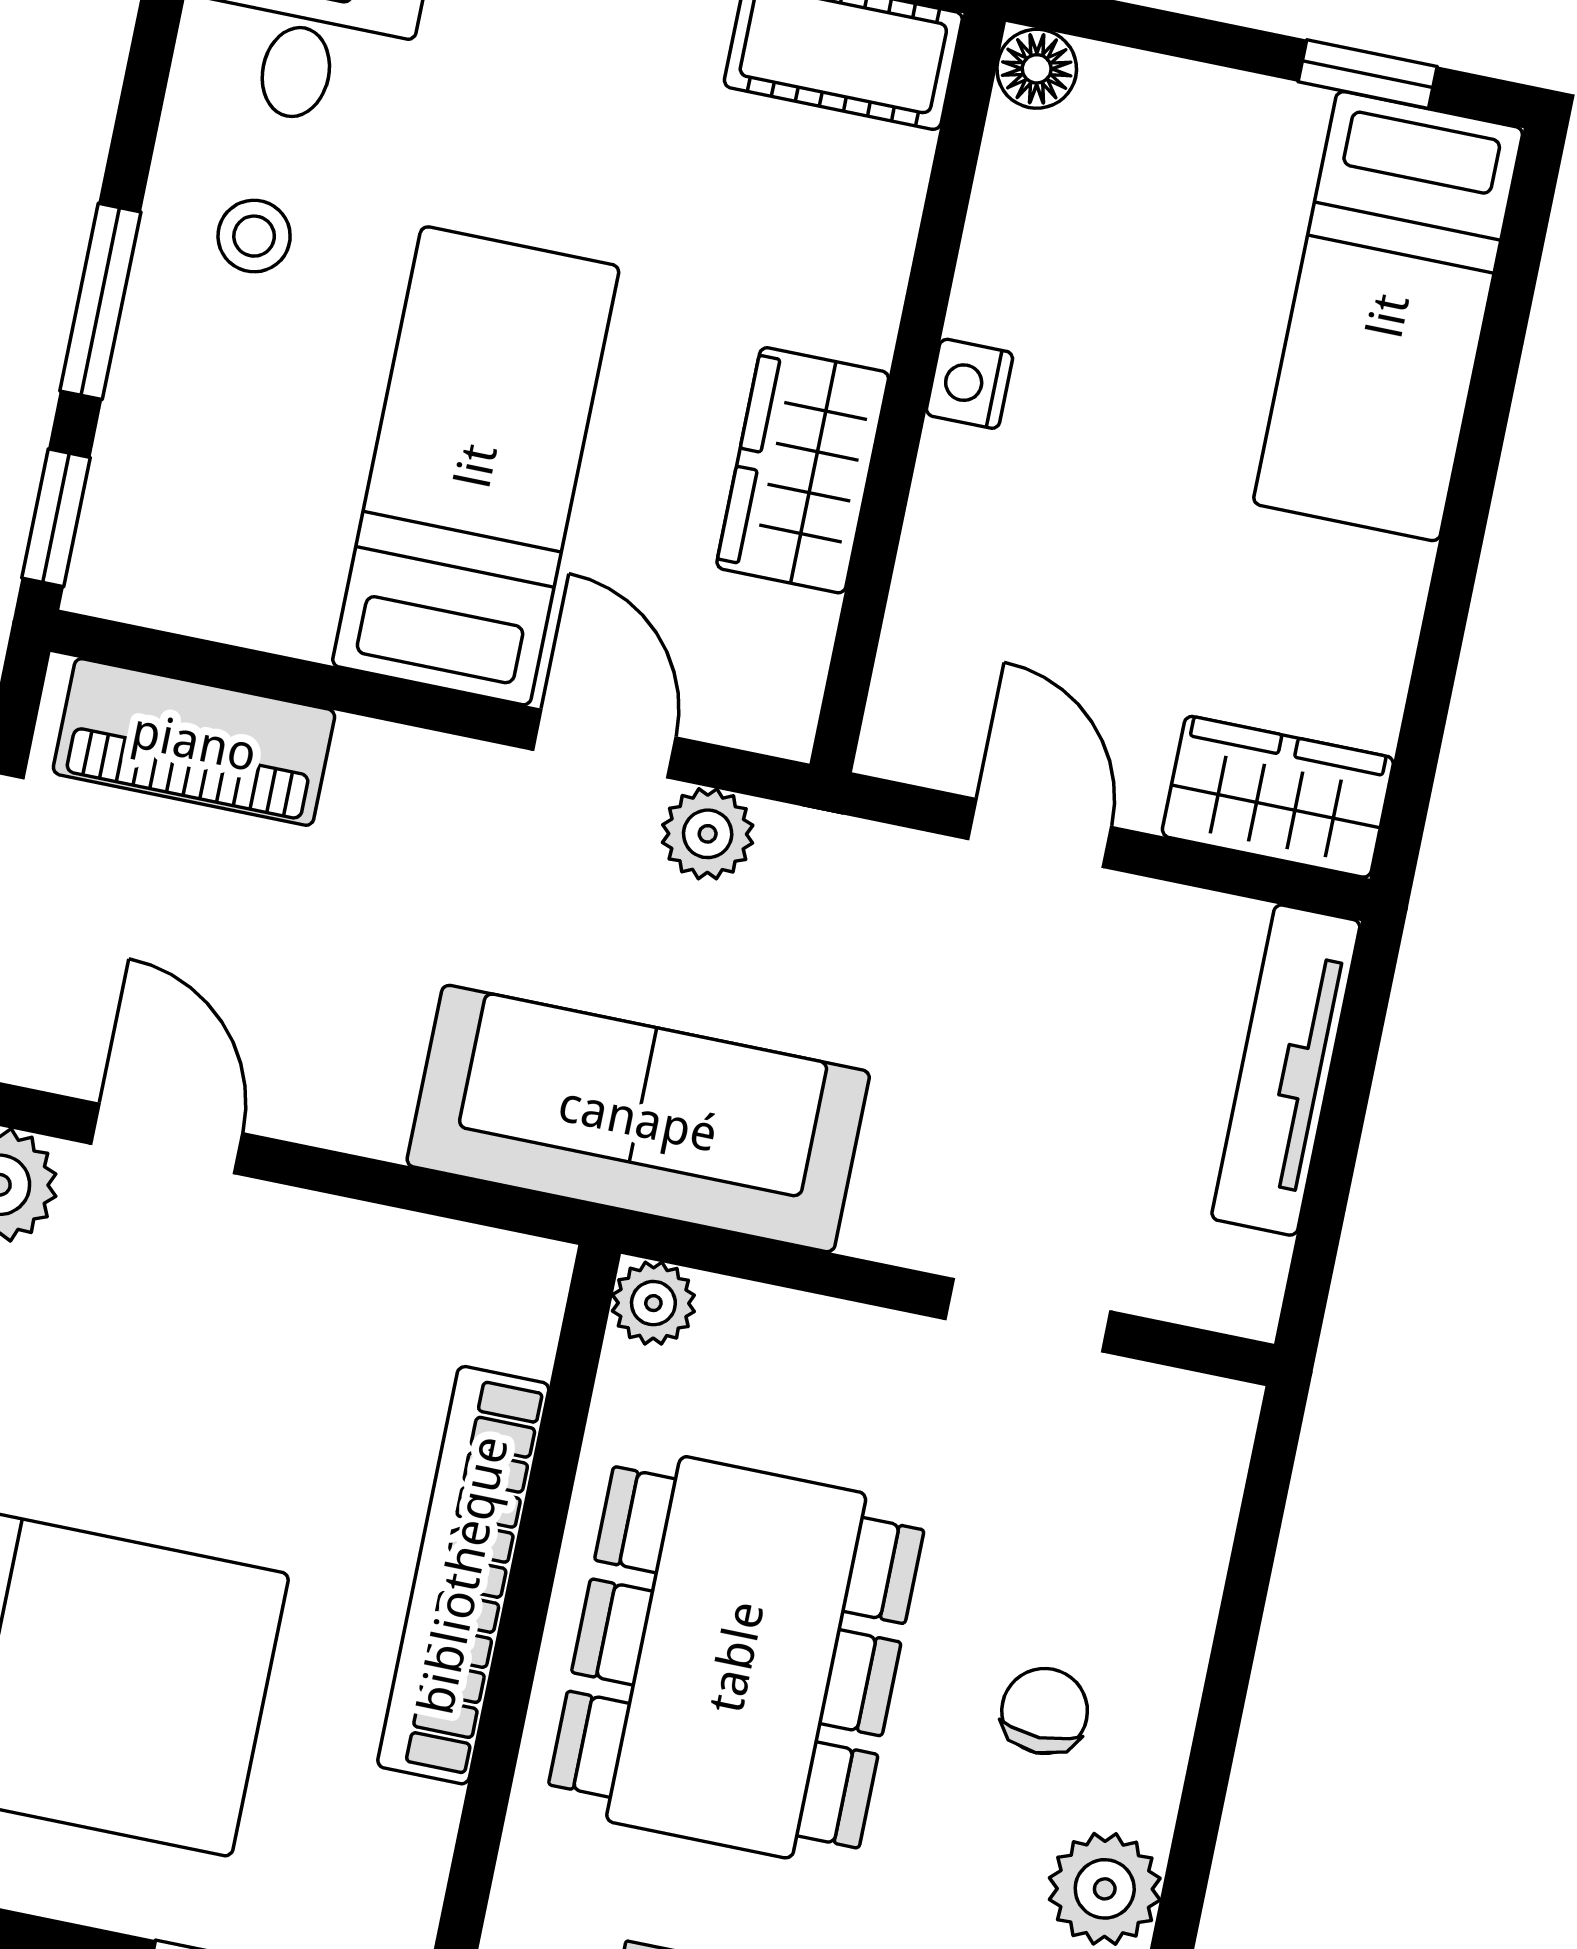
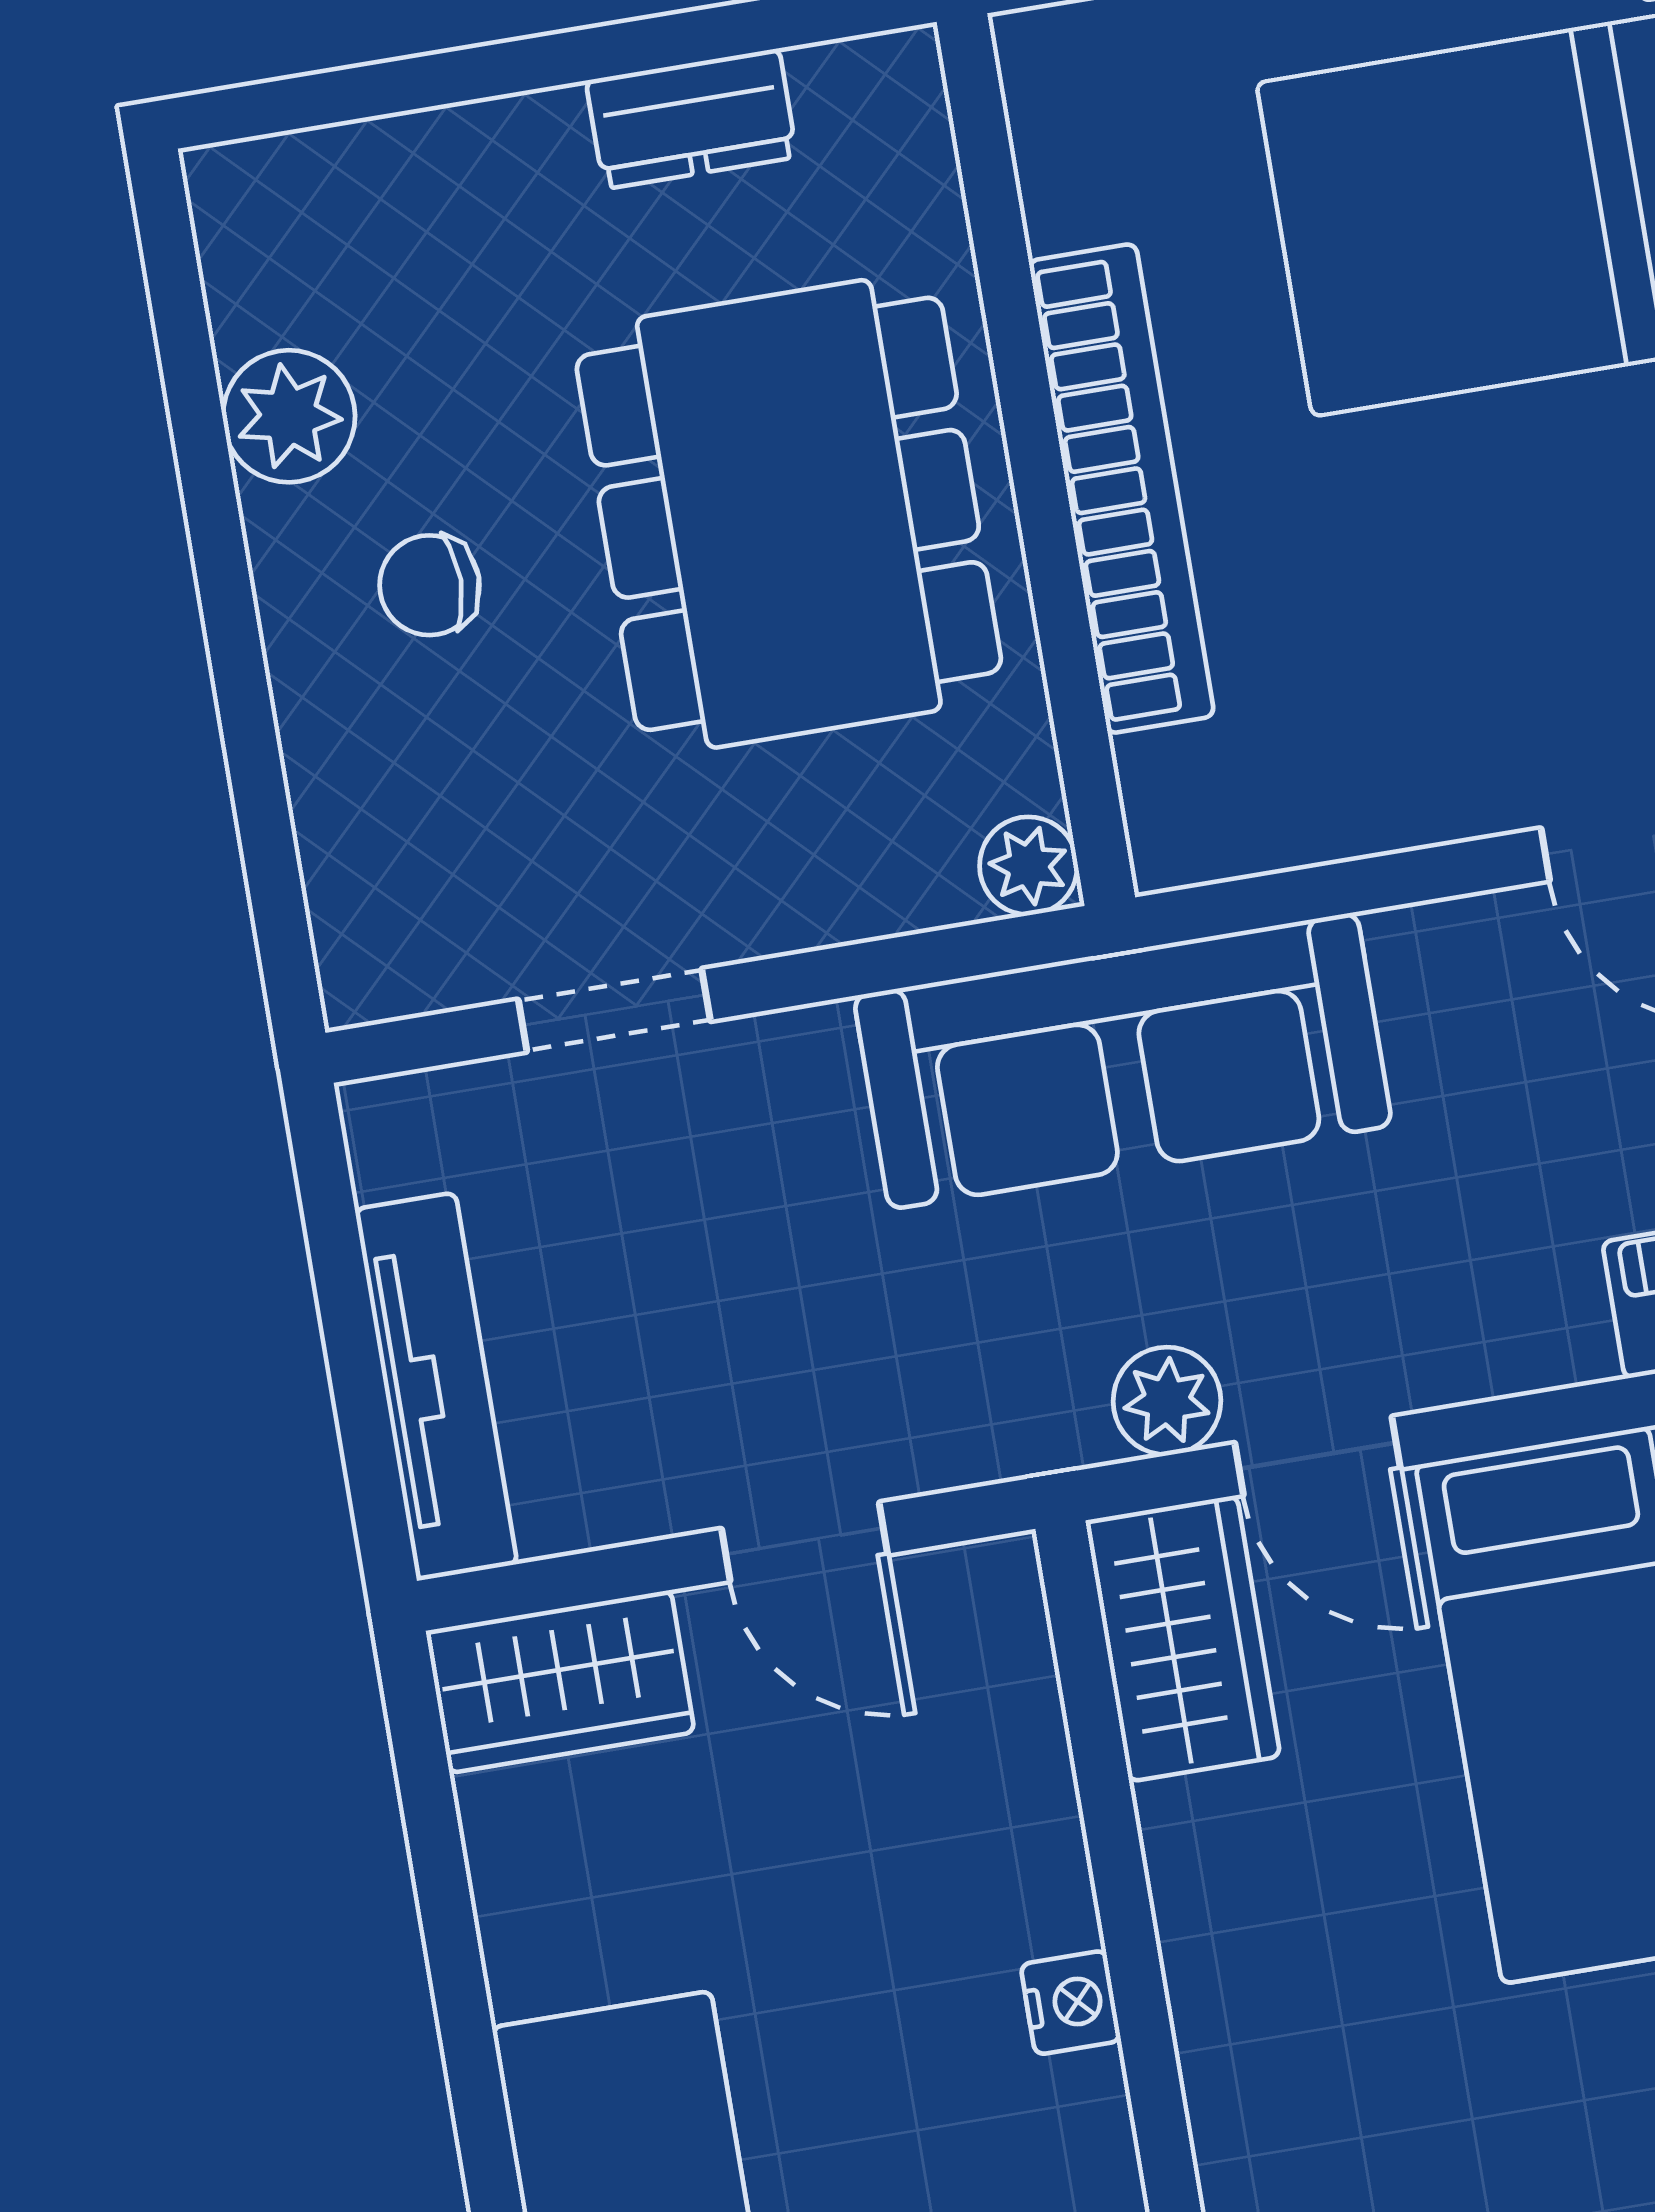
wardrobe: (803, 470) -> (1183, 1638), moved
chair: (1045, 1711) -> (430, 585), turned 90

